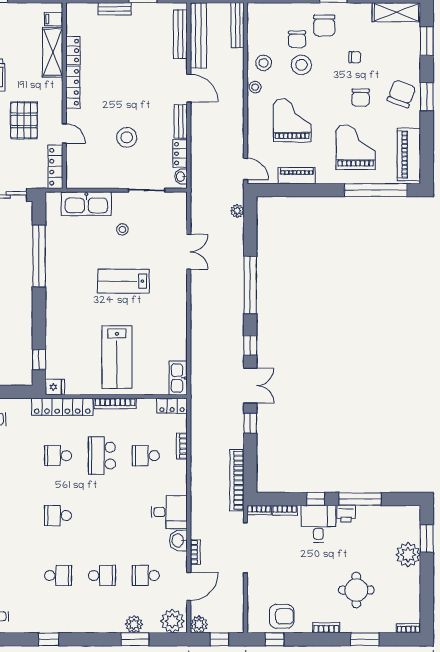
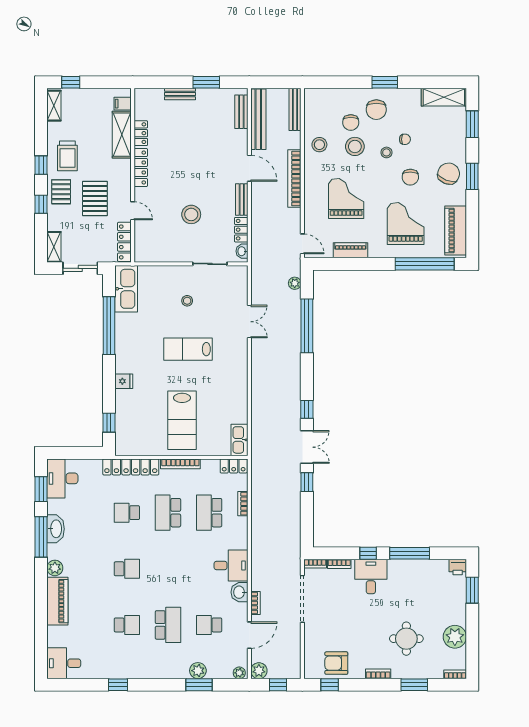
bench: (180, 34) -> (241, 112), width x0.73
stool: (255, 87) -> (386, 152), moved
kitchen sink: (86, 204) -> (126, 289), moved, turned -90
window: (250, 285) -> (307, 326), moved
fridge: (55, 387) -> (124, 381), moved
school desk: (146, 456) -> (209, 513), width x1.85
bookcase: (237, 480) -> (294, 179), moved
printer: (346, 514) -> (458, 567), moved
school desk: (58, 516) -> (127, 569), turned 180
plant: (408, 555) -> (455, 637), moved
school desk: (102, 575) -> (168, 625), width x1.85
armchair: (282, 616) -> (336, 663), turned 180
plant: (172, 621) -> (239, 673), width x0.53, depth x0.53

